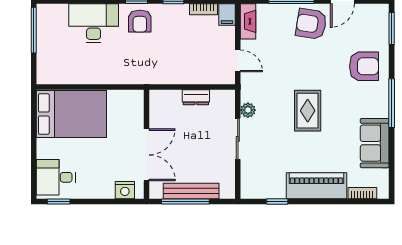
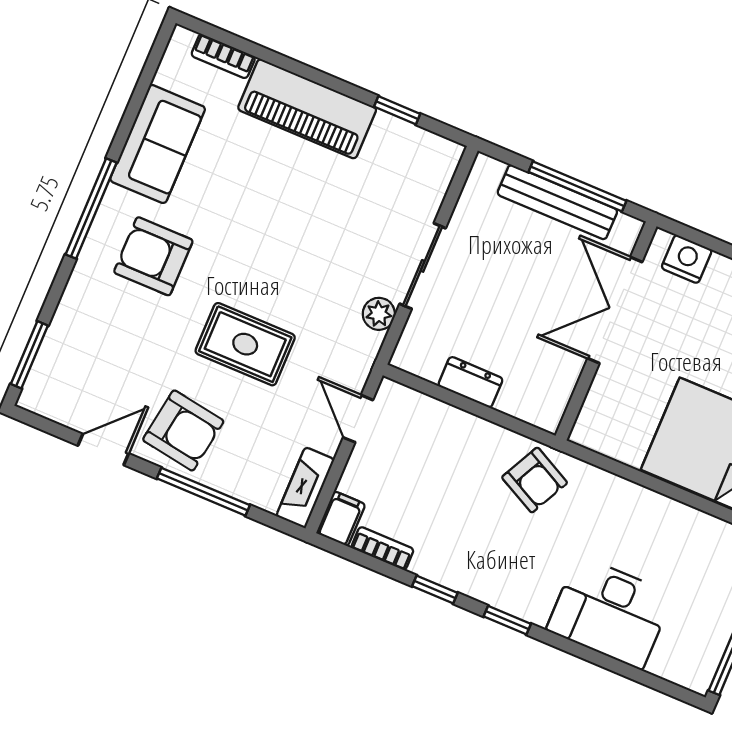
armchair: (140, 21) -> (535, 480), moved, turned 117
armchair: (364, 66) -> (153, 256), moved
rug: (308, 111) -> (245, 344), moved, turned 90

